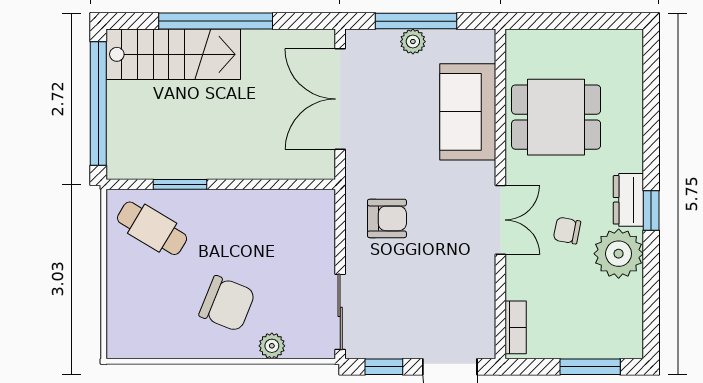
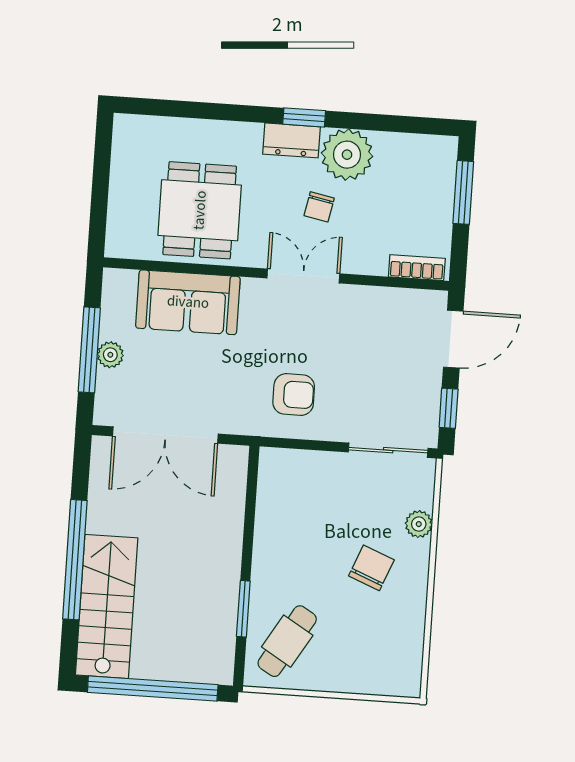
armchair: (387, 218) -> (294, 395), turned 90
chair: (227, 304) -> (371, 568), width x0.73, depth x0.73

